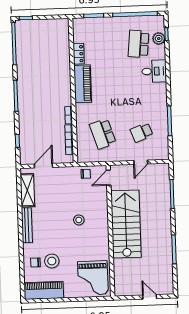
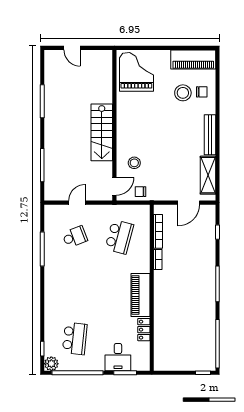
plant: (159, 38) -> (51, 364), moved
desk: (154, 71) -> (118, 357), moved, turned -90
school desk: (103, 134) -> (119, 237), turned 33
stool: (79, 220) -> (134, 163), moved
stairs: (126, 224) -> (102, 132), width x0.73, depth x0.66

